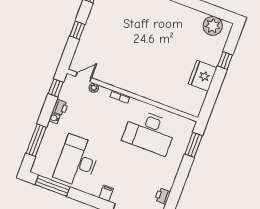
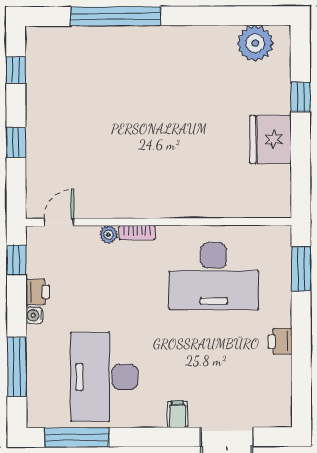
plant: (94, 88) -> (109, 234), moved
printer: (162, 196) -> (280, 341), moved

